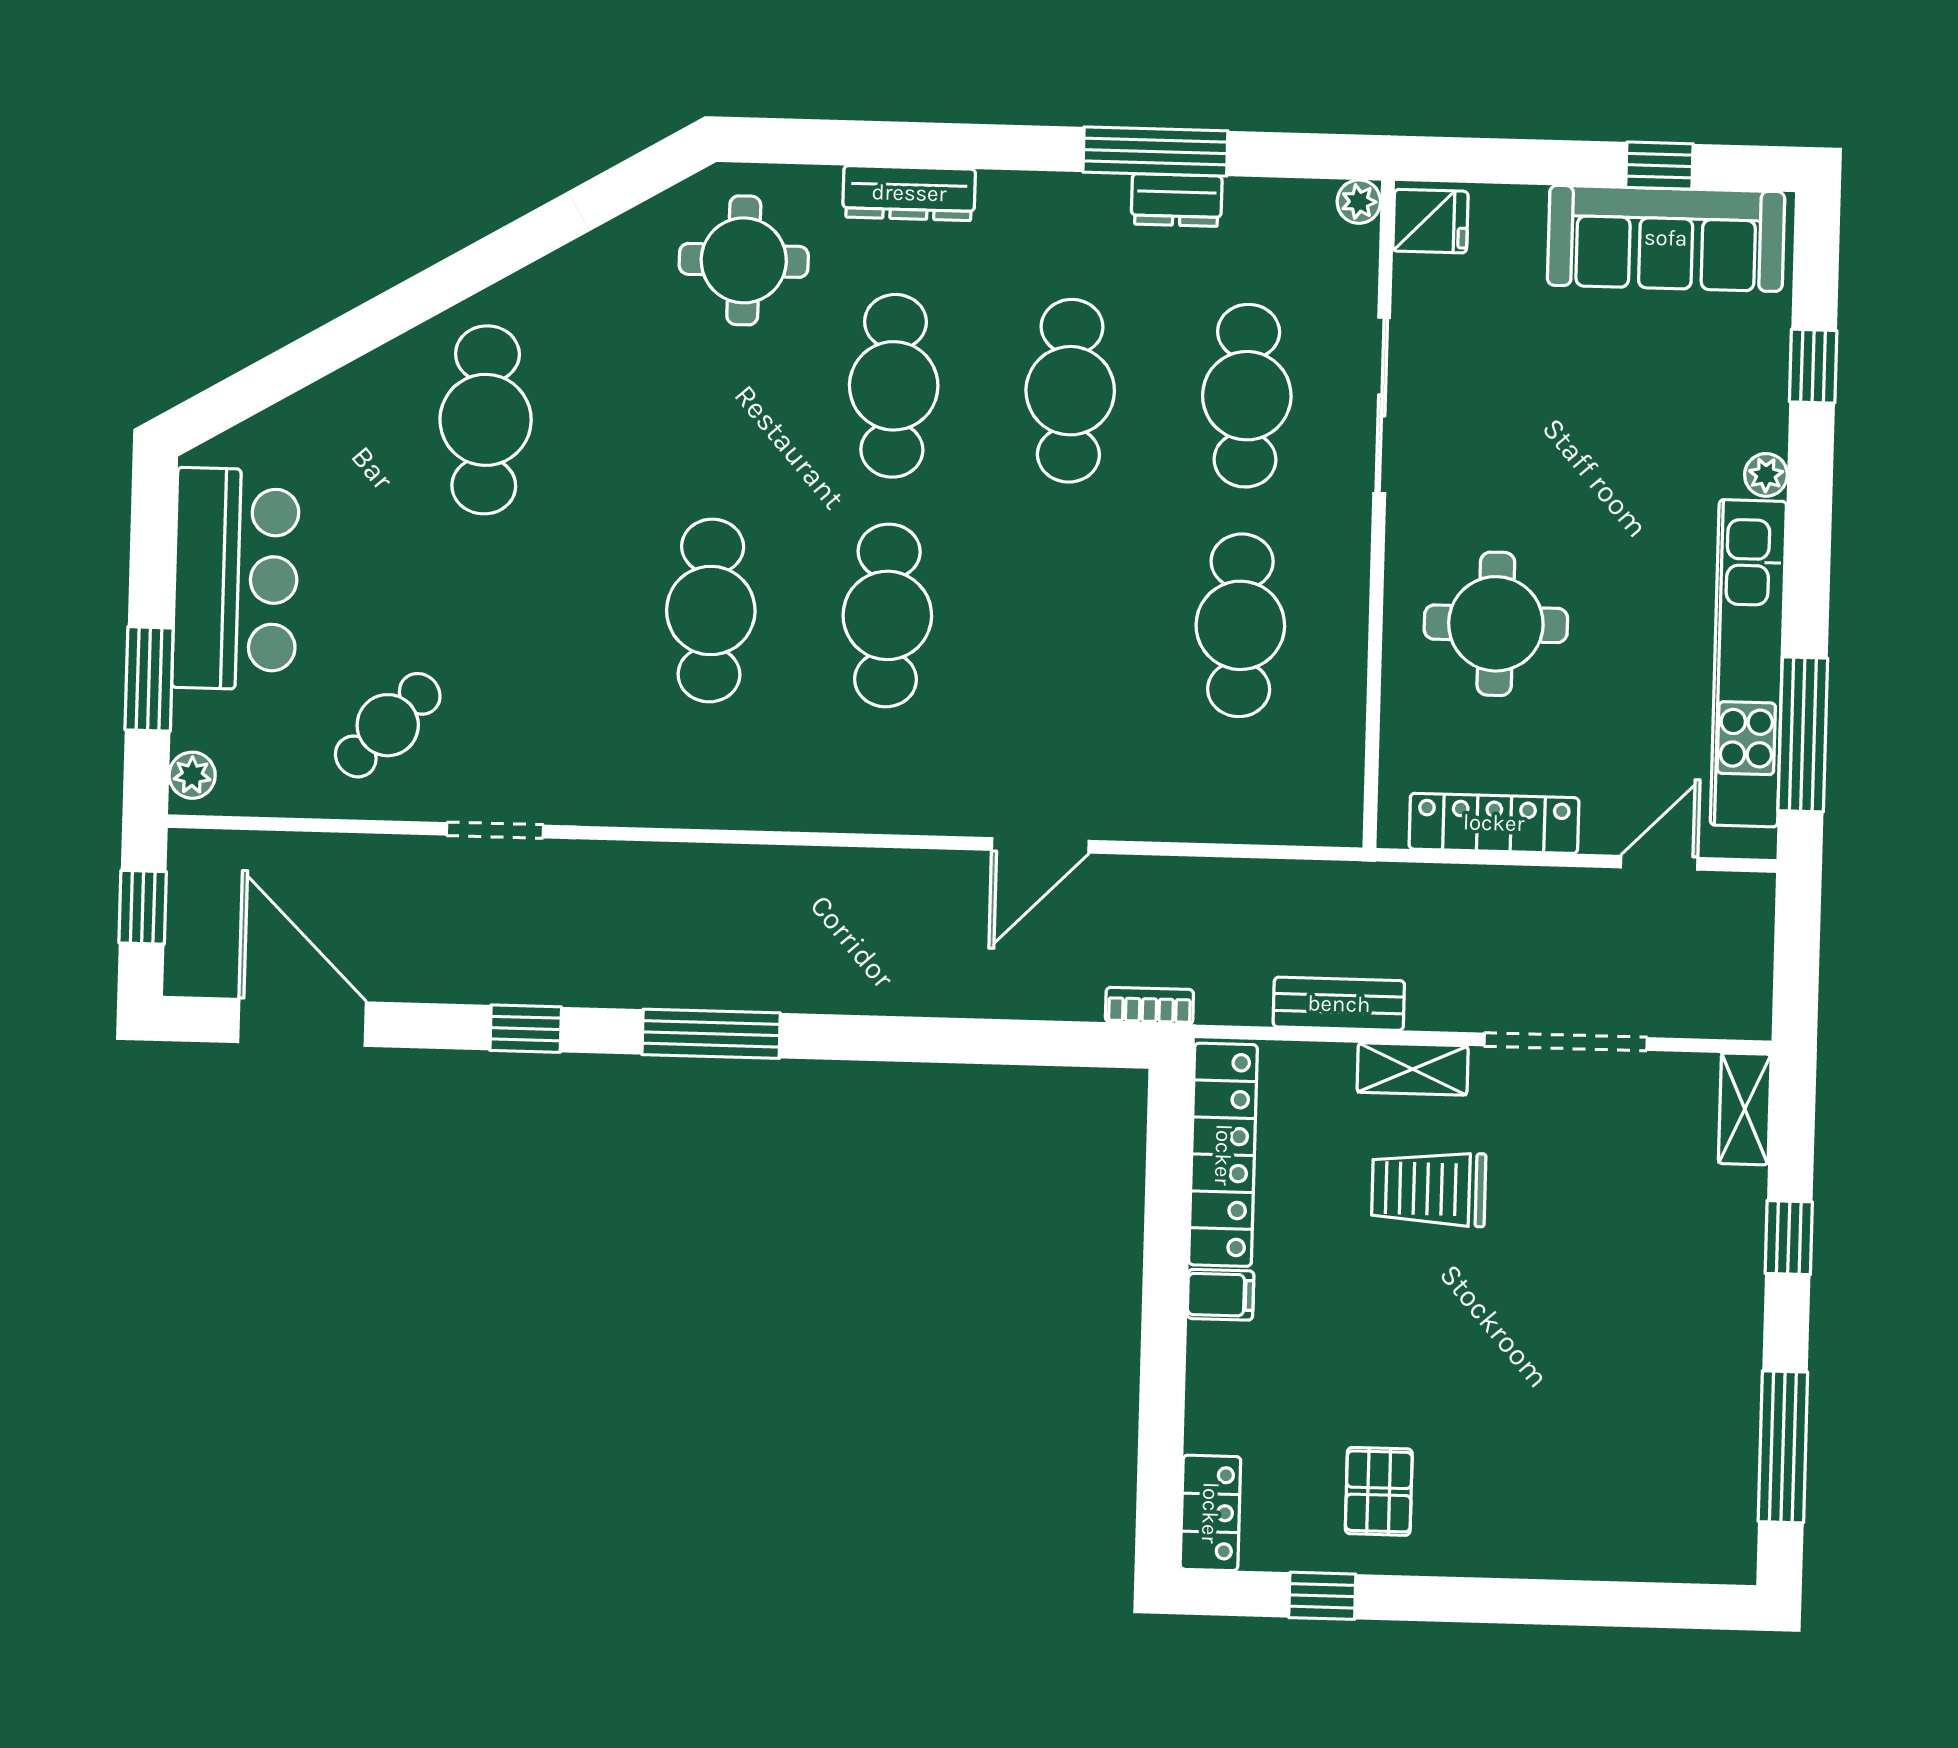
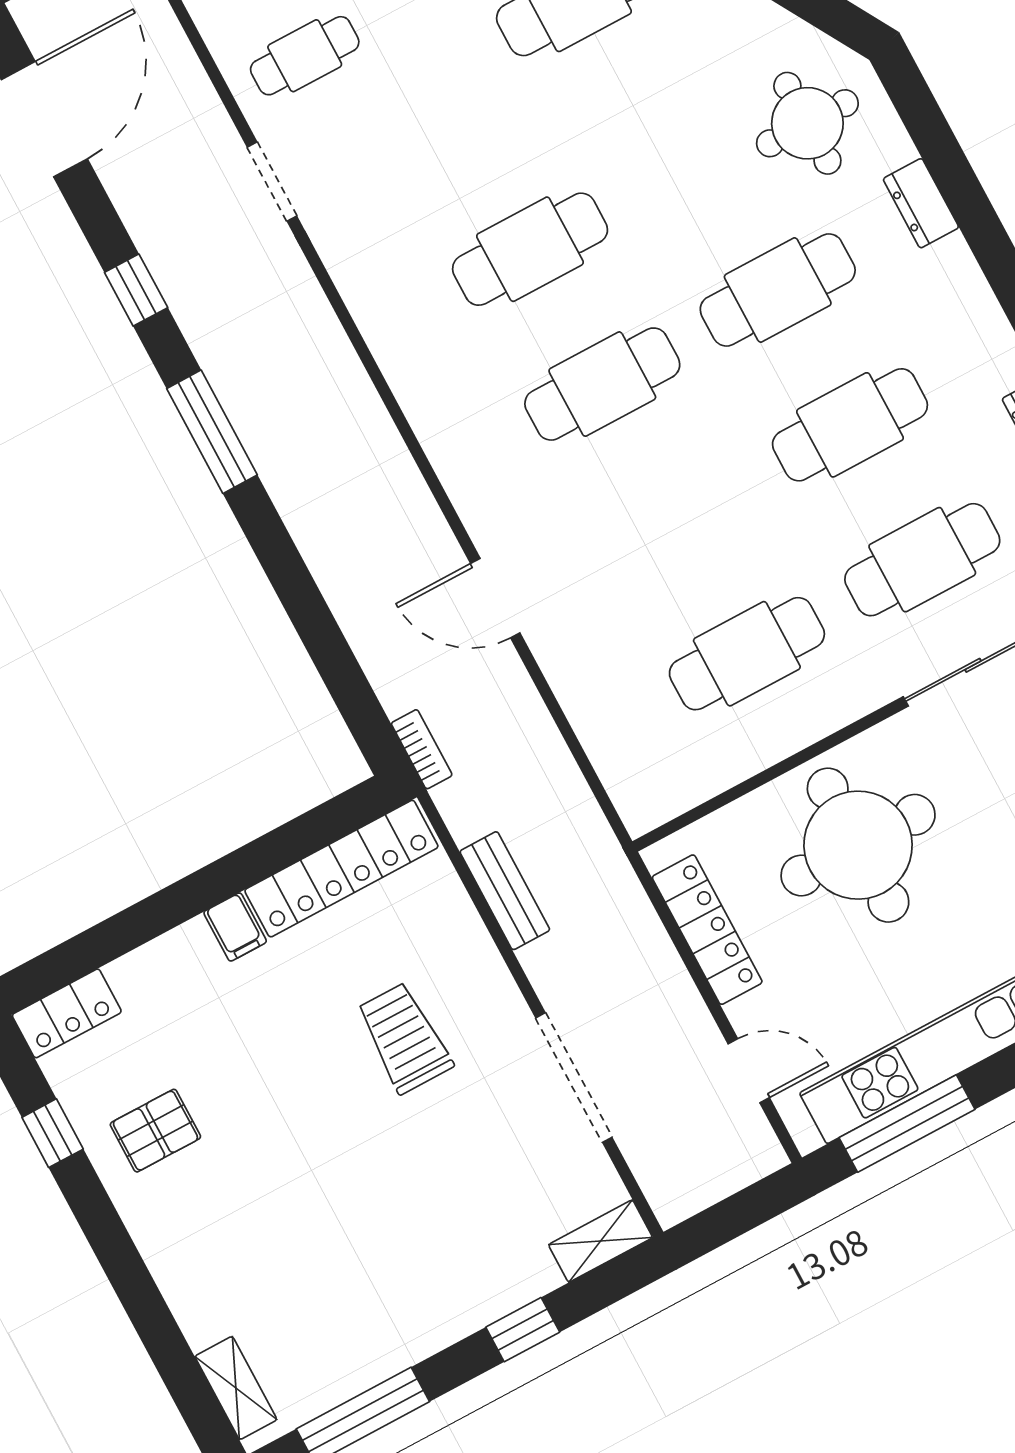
dresser: (909, 193) -> (921, 203), width x0.70
round table: (1496, 624) -> (858, 845), width x1.36, depth x1.36
cafe table: (388, 725) -> (305, 56), turned -44
shelving: (1413, 1069) -> (236, 1388), moved

